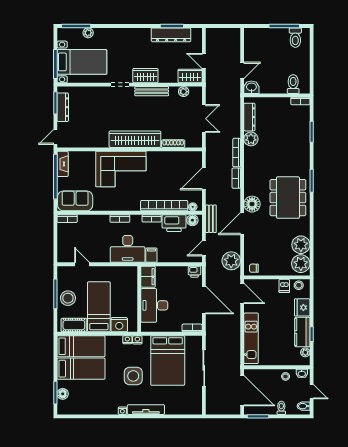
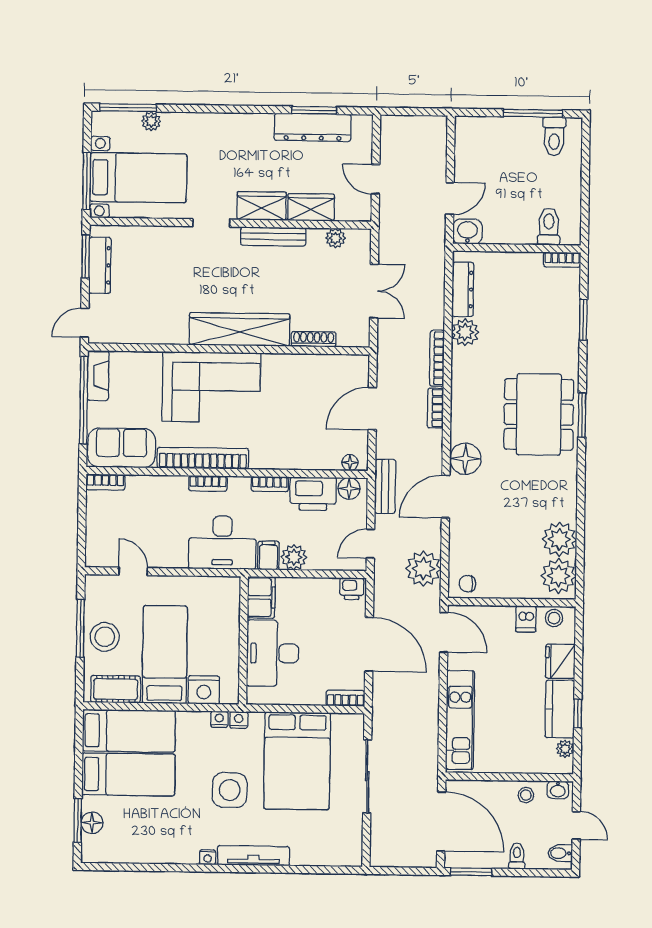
wardrobe: (190, 76) -> (311, 207), moved
dining table: (288, 198) -> (539, 414), moved
bookcase: (164, 206) -> (203, 458), moved
plant: (165, 256) -> (294, 557), added

